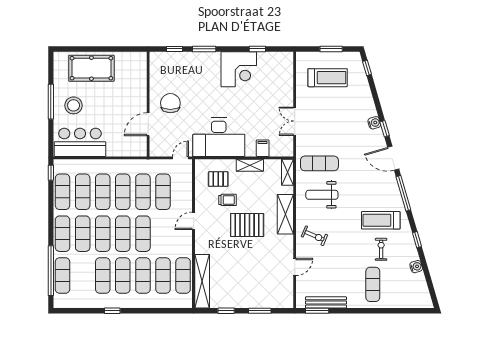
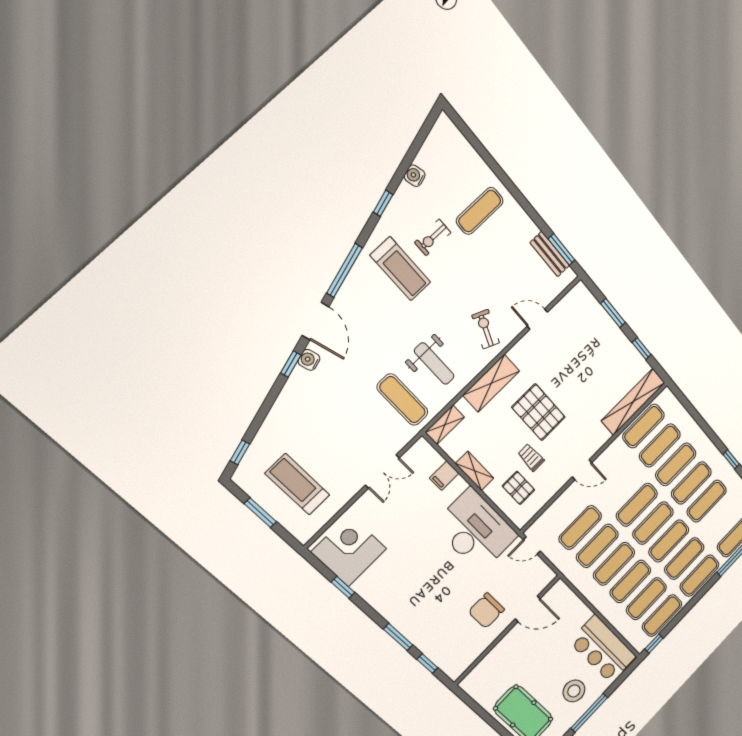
corner desk: (239, 69) -> (349, 550), moved
water cooler: (374, 123) -> (309, 360), moved
bench: (326, 302) -> (550, 254), width x0.73

